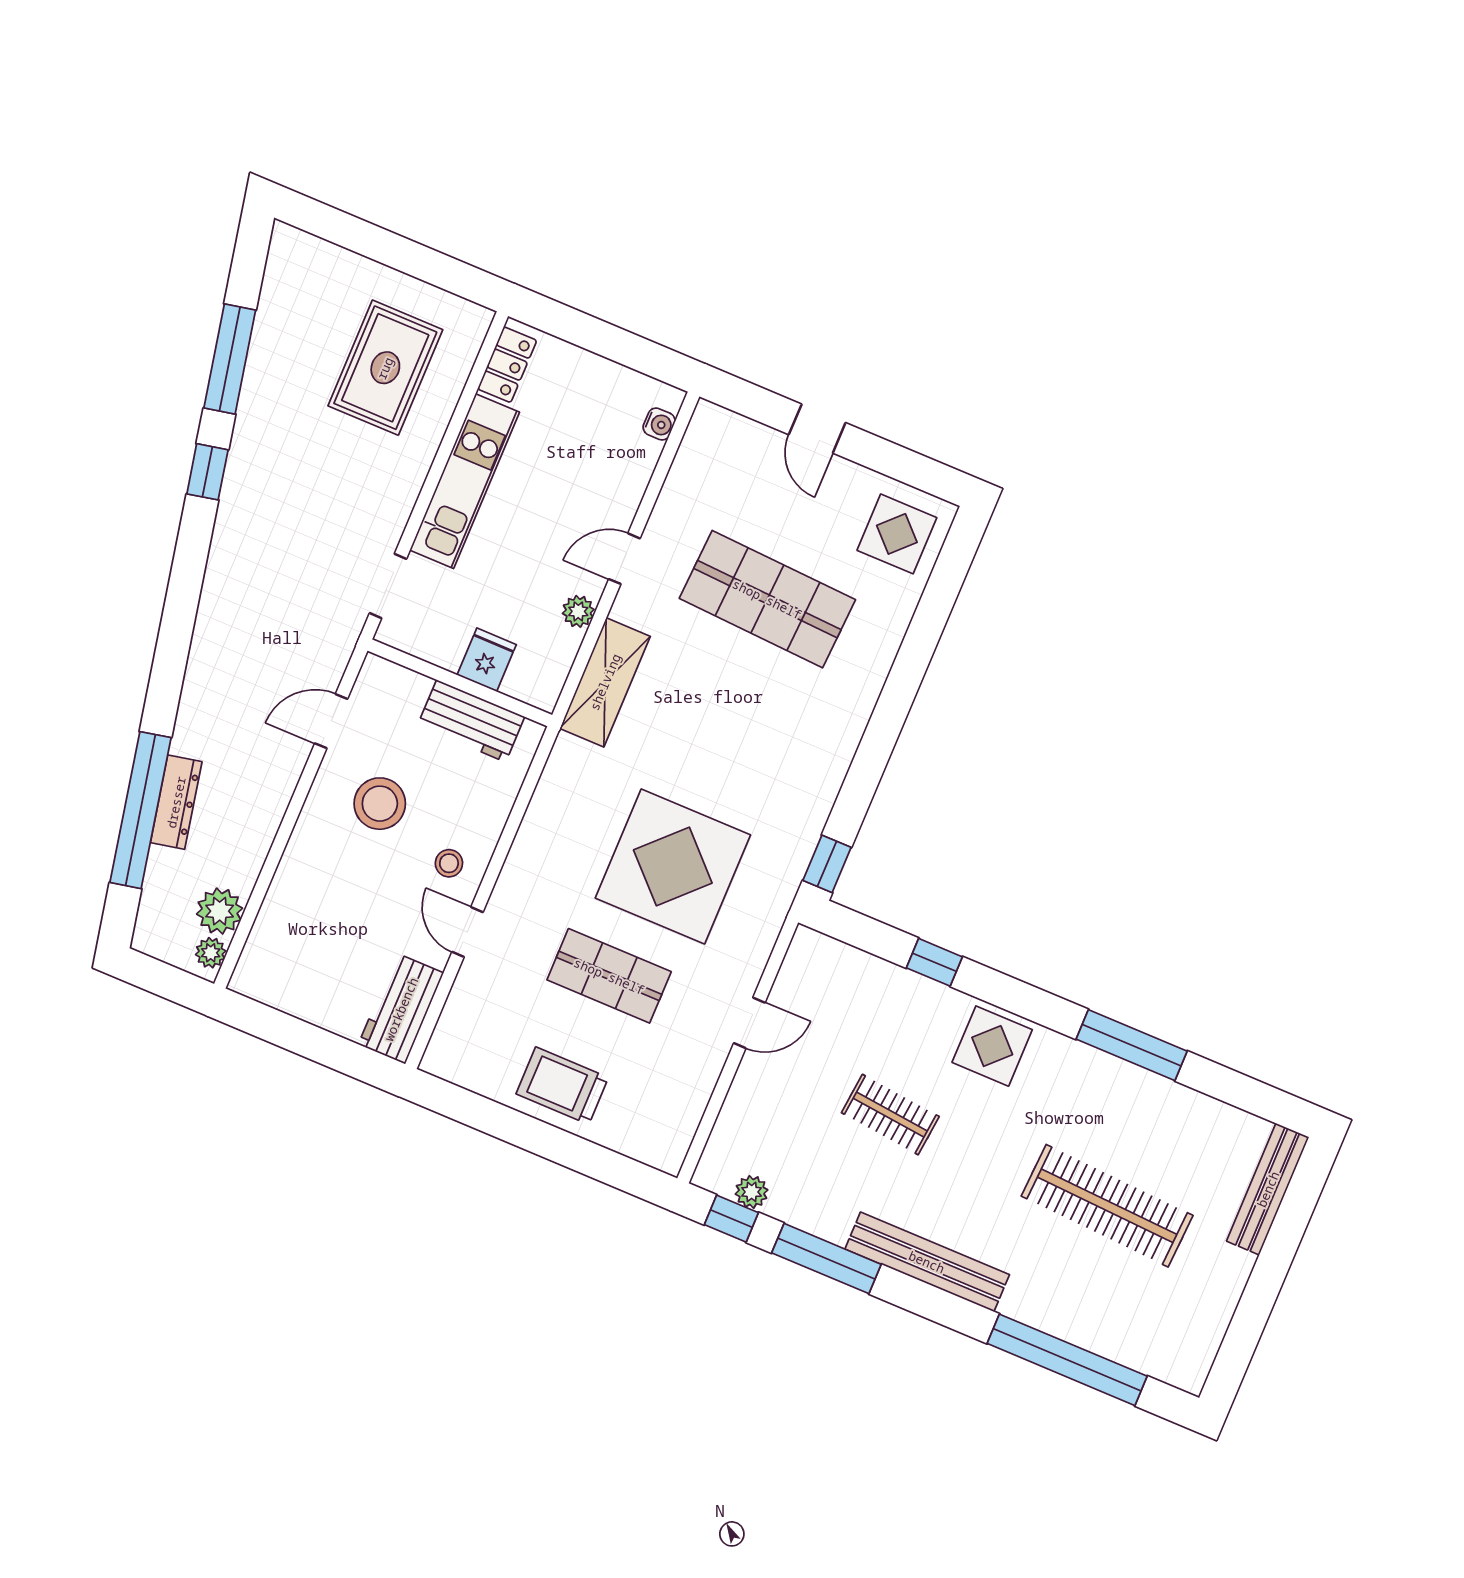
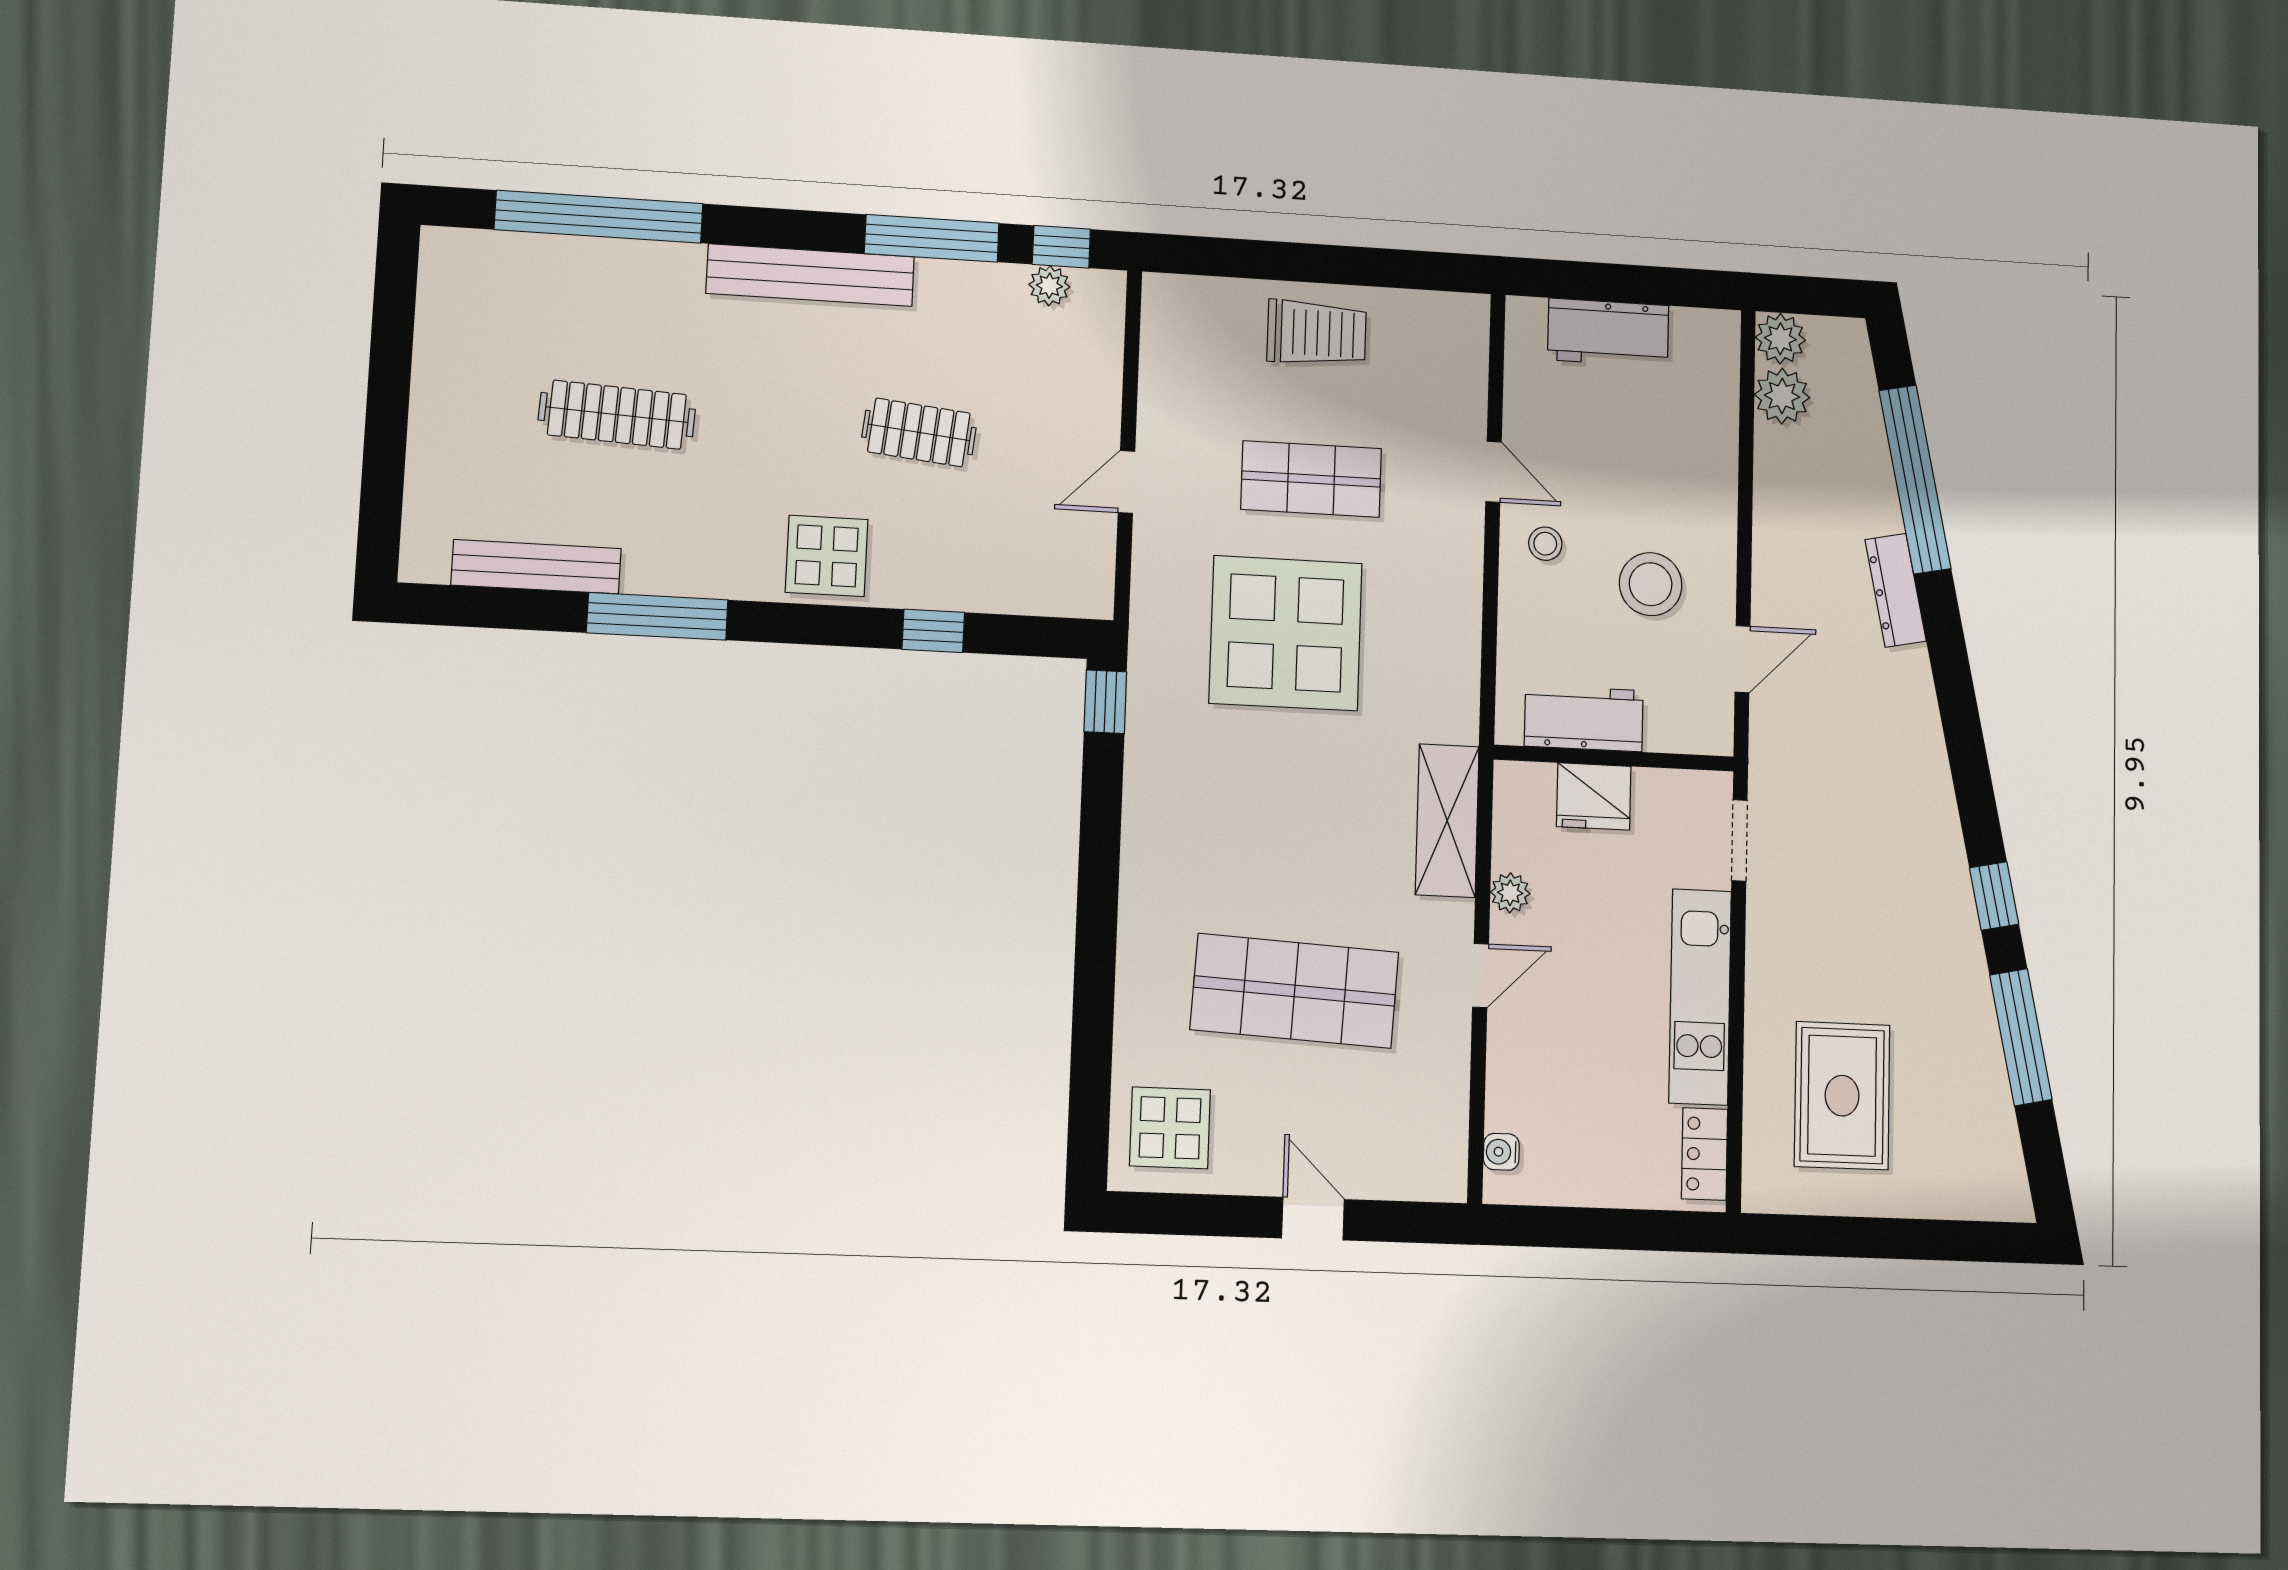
fridge: (487, 660) -> (1594, 796), width x1.38
dresser: (176, 802) -> (1896, 590), moved
plant: (211, 953) -> (1780, 339), width x1.38, depth x1.38
workbench: (401, 1009) -> (1608, 333), moved, turned 90
bench: (1268, 1189) -> (536, 567), moved, turned 90
clothes rail: (1107, 1206) -> (617, 415), width x0.73, depth x0.76

